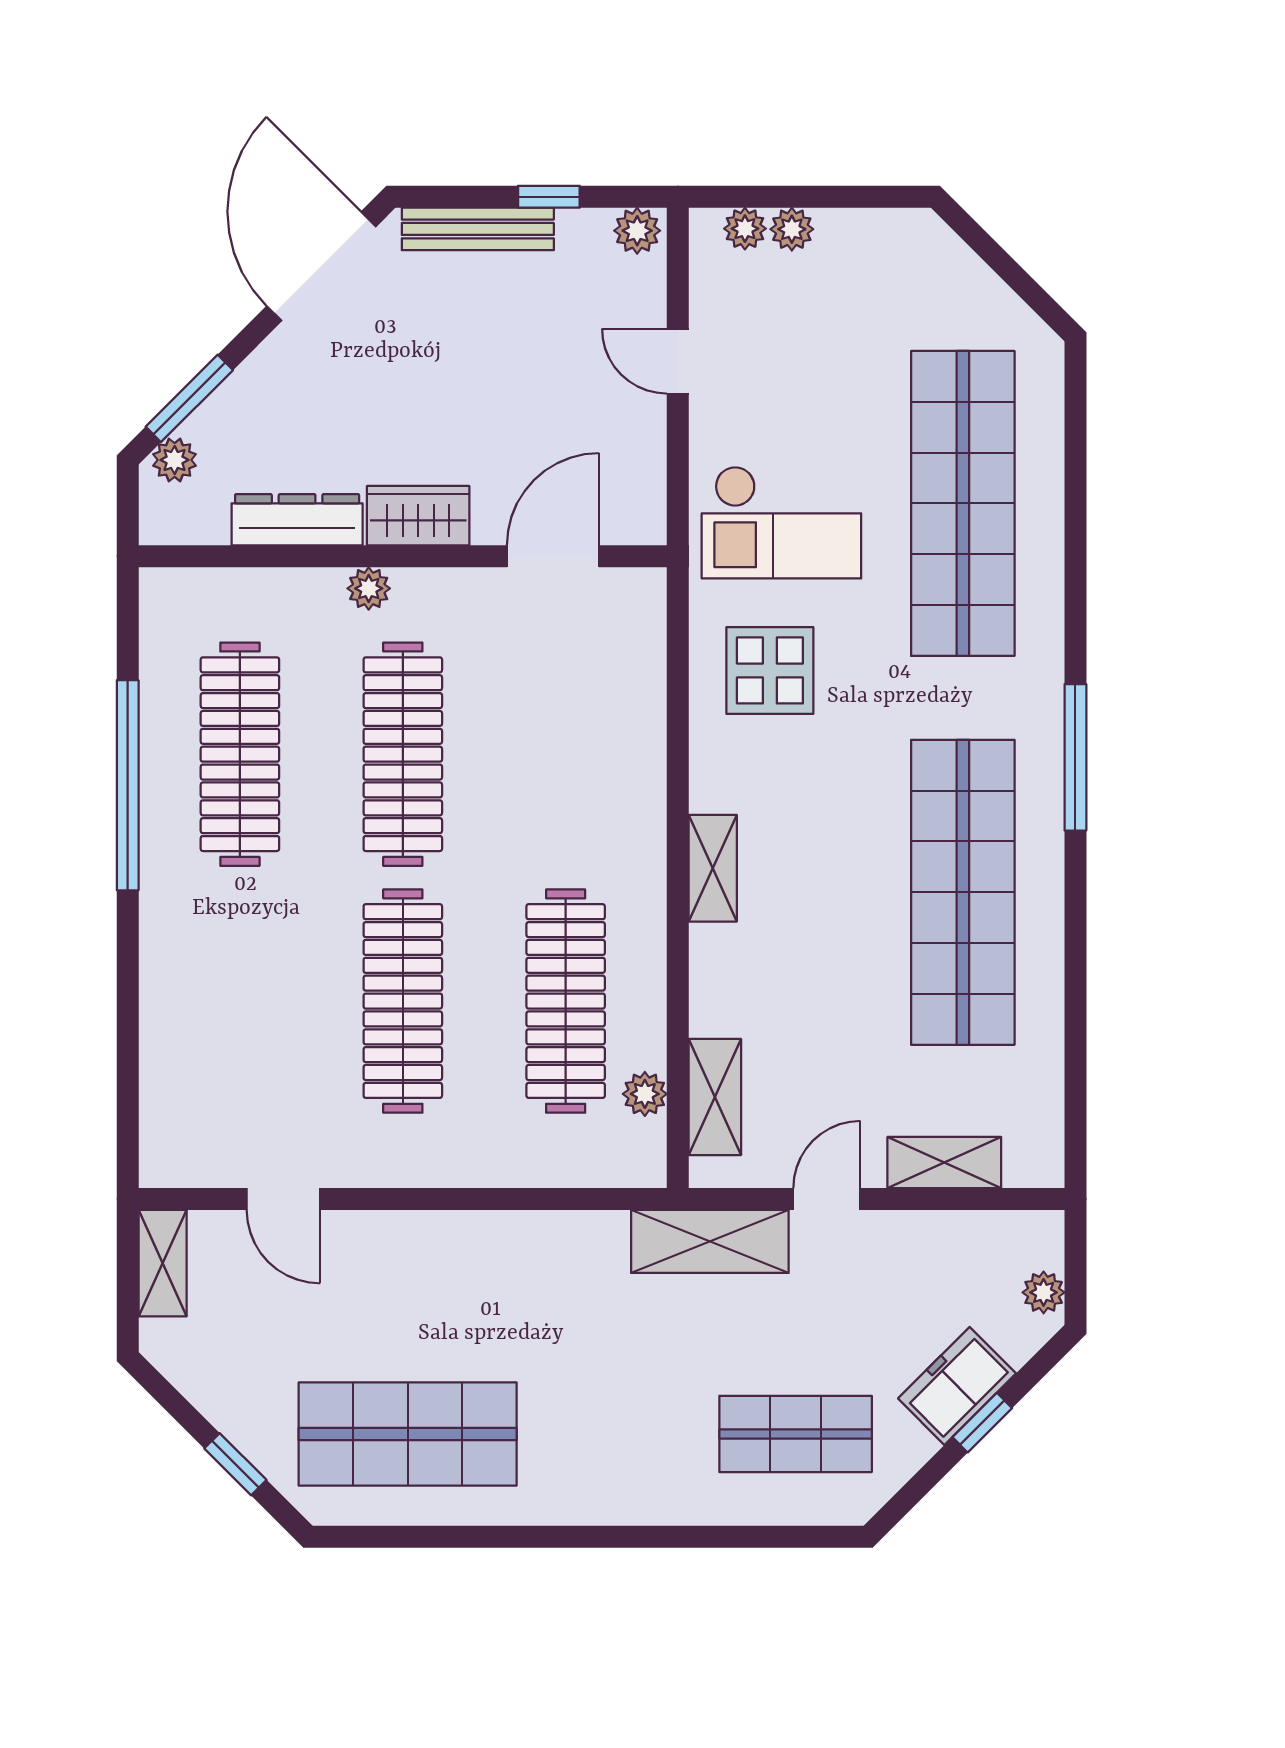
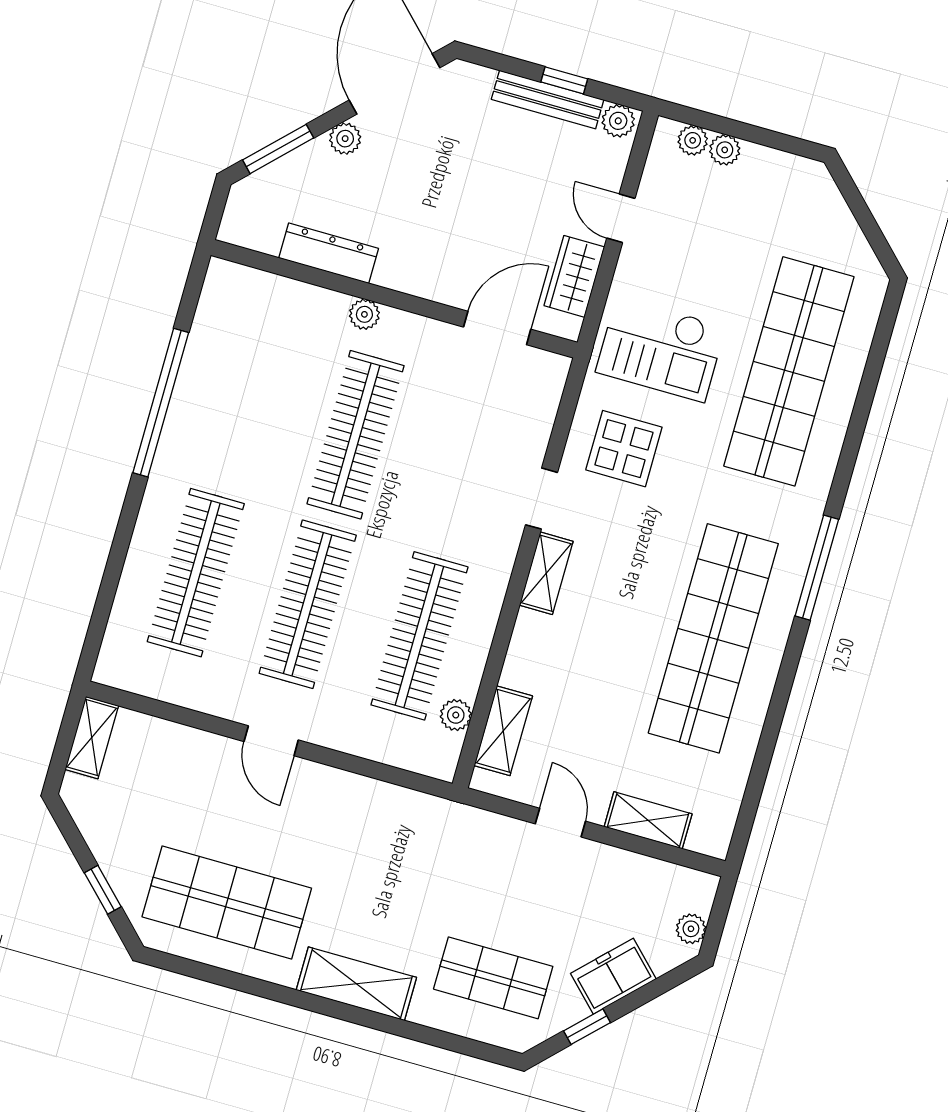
bench: (478, 229) -> (548, 100), moved
plant: (175, 460) -> (345, 139), moved
wardrobe: (418, 516) -> (574, 276), moved, turned -90
clothes rail: (240, 754) -> (196, 573), moved
doorway: (678, 769) -> (542, 499), added
door: (283, 1199) -> (271, 741), moved
door: (827, 1199) -> (560, 823), hinge flipped
shelving: (710, 1241) -> (356, 984), moved
window: (982, 1423) -> (587, 1027), moved

